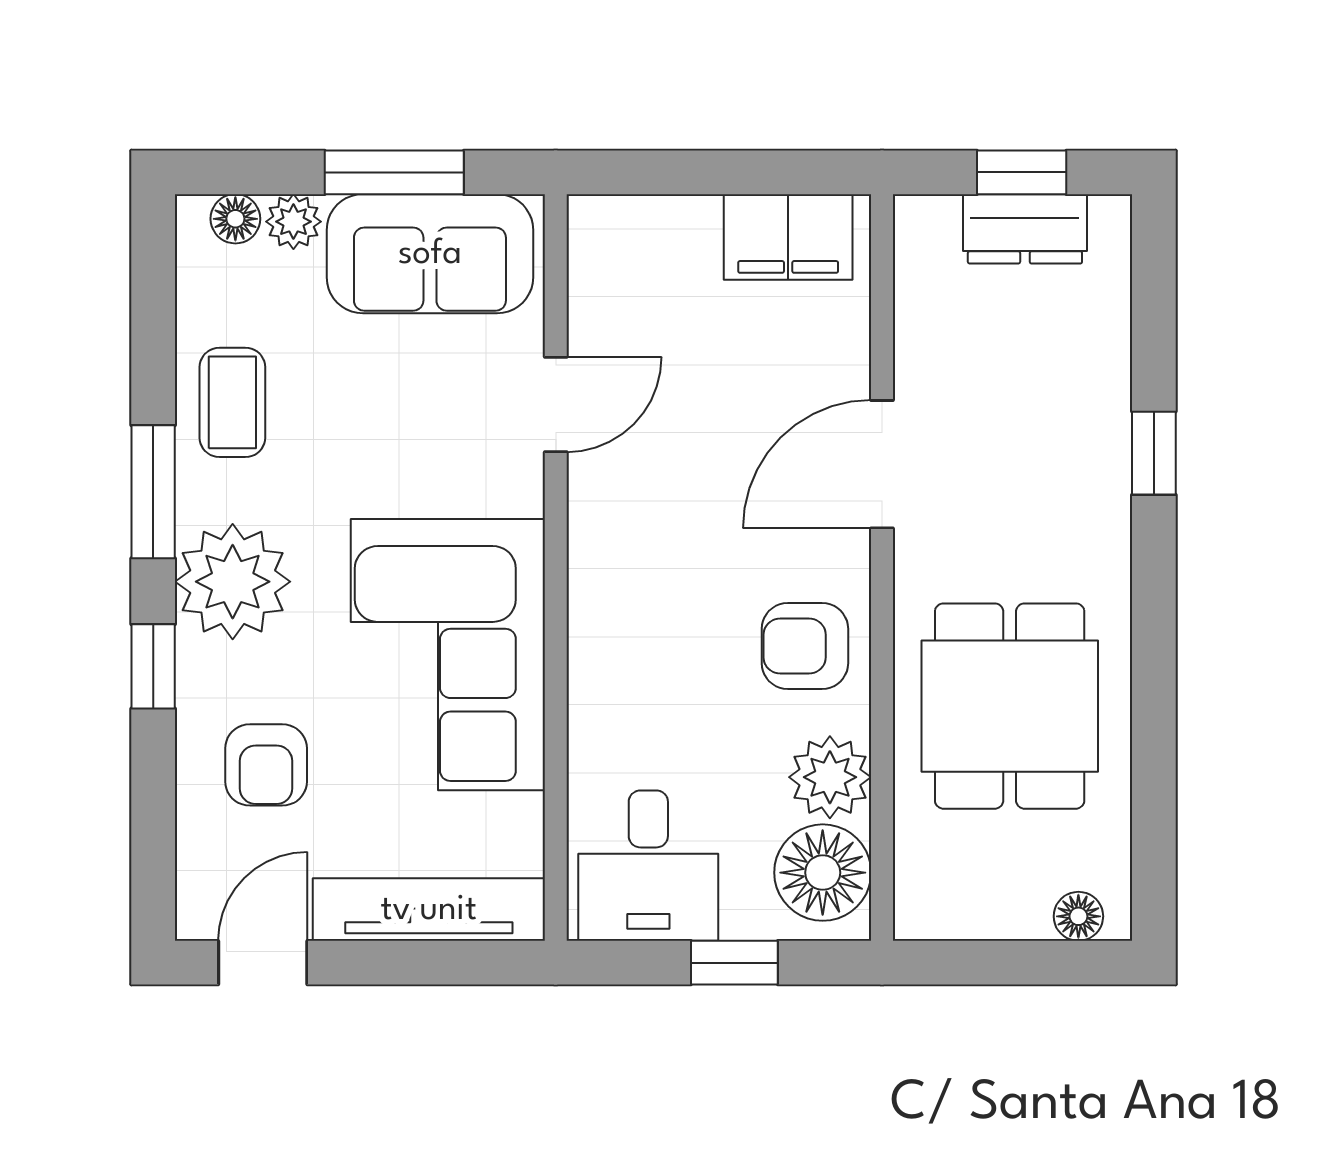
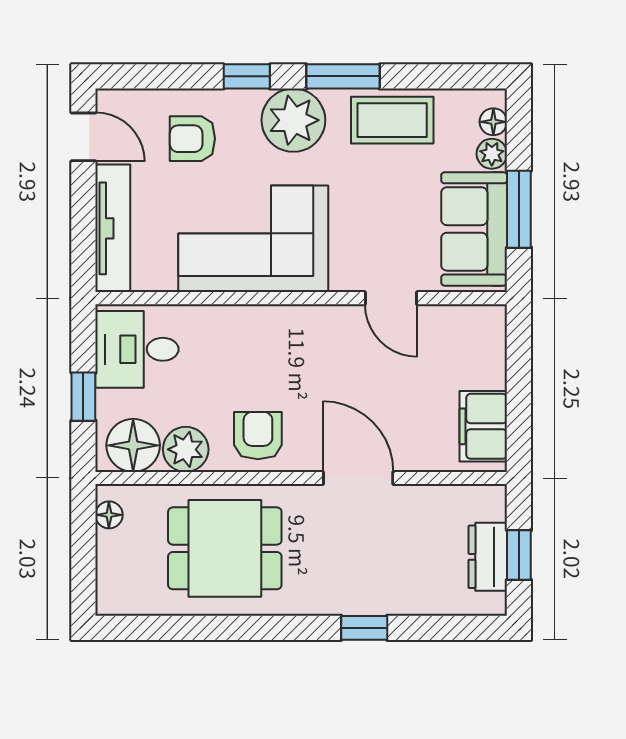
coffee table: (232, 402) -> (392, 120), width x1.36, depth x1.30
floor lamp: (1078, 916) -> (109, 515), moved

